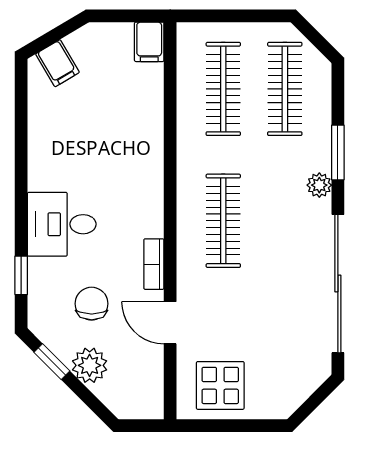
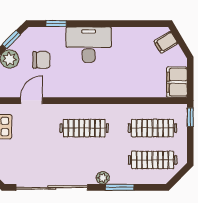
window: (202, 16) -> (190, 117), added
filing cabinet: (149, 42) -> (177, 82), width x2.00
desk: (62, 224) -> (89, 45), width x1.37
bookcase: (154, 264) -> (62, 92), removed

